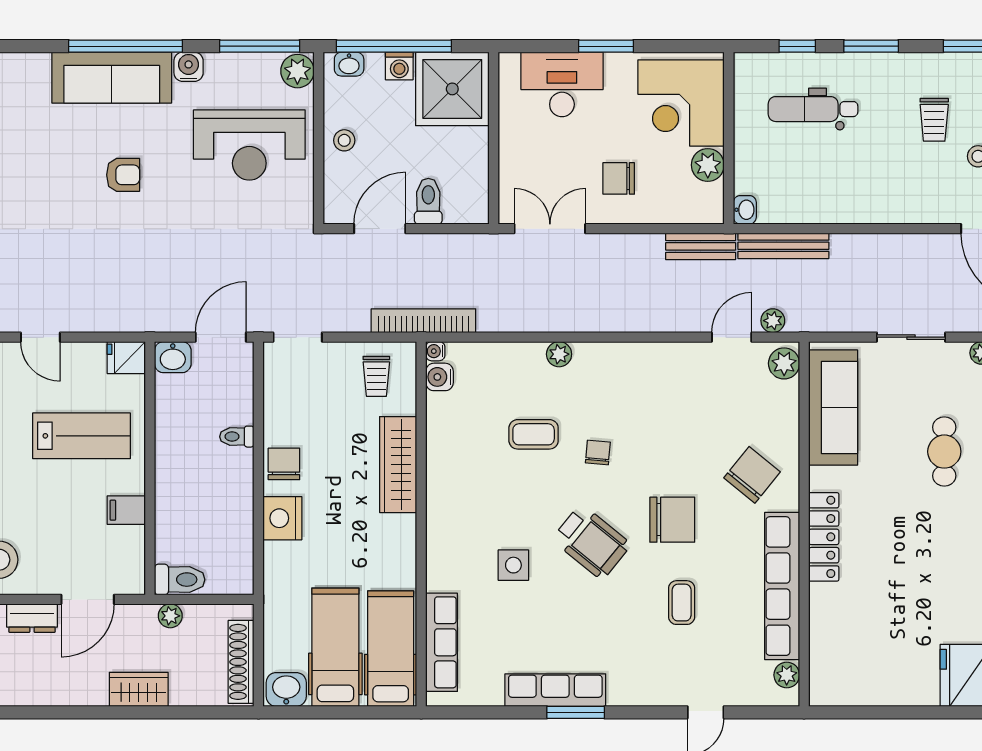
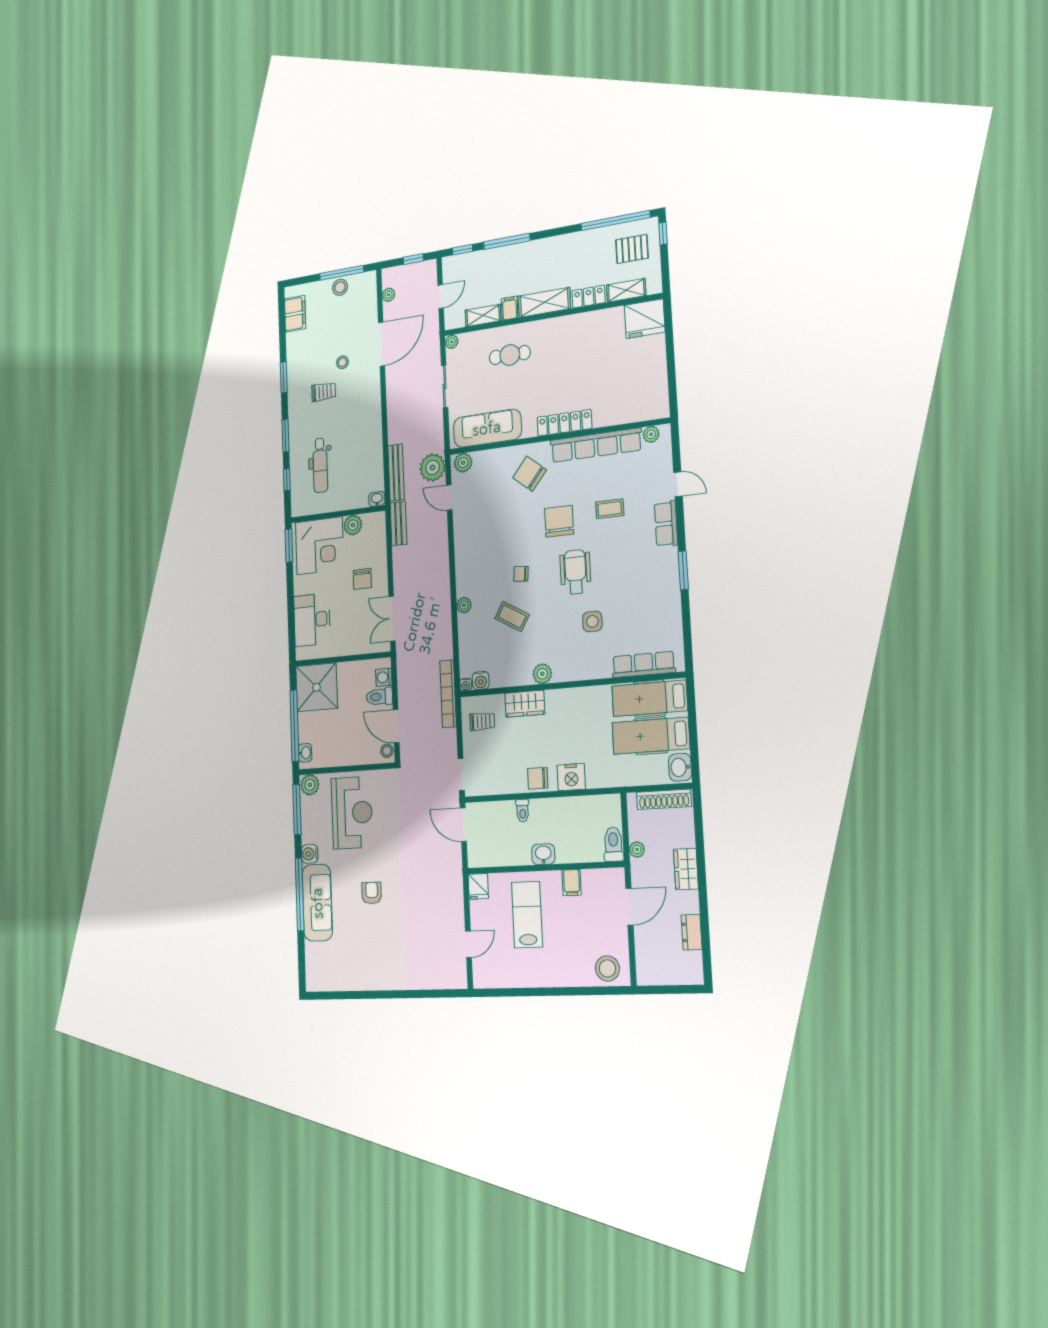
window: (606, 46) -> (289, 546), moved
washing machine: (399, 66) -> (384, 677), moved, turned 180
stool: (344, 140) -> (387, 751), moved
plant: (773, 321) -> (433, 467), width x1.88, depth x1.88
washbasin: (173, 357) -> (543, 854), moved, turned -90
coffee table: (534, 434) -> (512, 616), turned -60
wardrobe: (398, 465) -> (525, 704), width x0.67
plant: (441, 480) -> (542, 674), added
wheelchair: (592, 542) -> (575, 572), turned -39
door: (88, 599) -> (630, 907), hinge flipped
dresser: (32, 618) -> (692, 932), moved, turned 180
row of seats: (555, 690) -> (666, 524), moved, width x0.68

